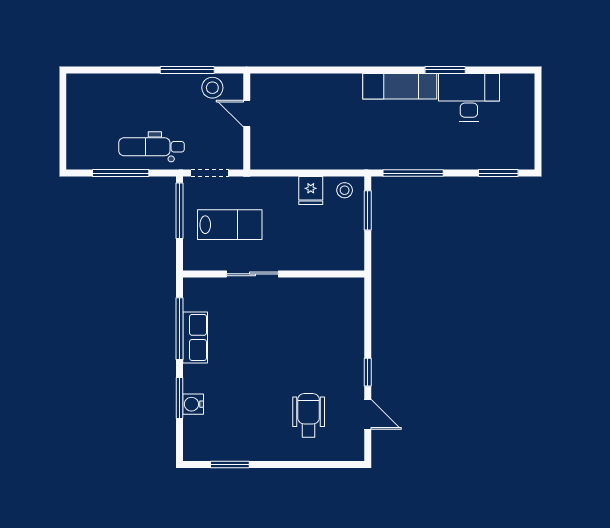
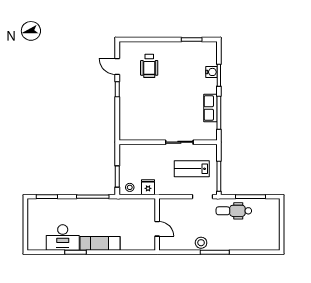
door: (247, 113) -> (157, 229), moved
wall: (247, 121) -> (157, 224), moved
dental chair: (152, 147) -> (234, 211), turned 180

